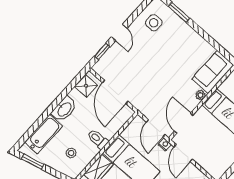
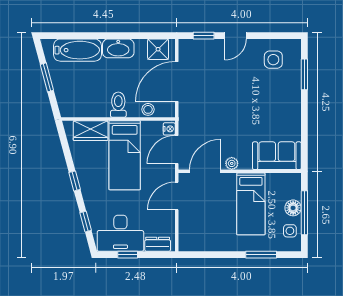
plant: (200, 95) -> (232, 163), moved
nightstand: (165, 145) -> (169, 129), moved
stool: (71, 153) -> (148, 109), moved
window: (33, 162) -> (47, 77), moved

